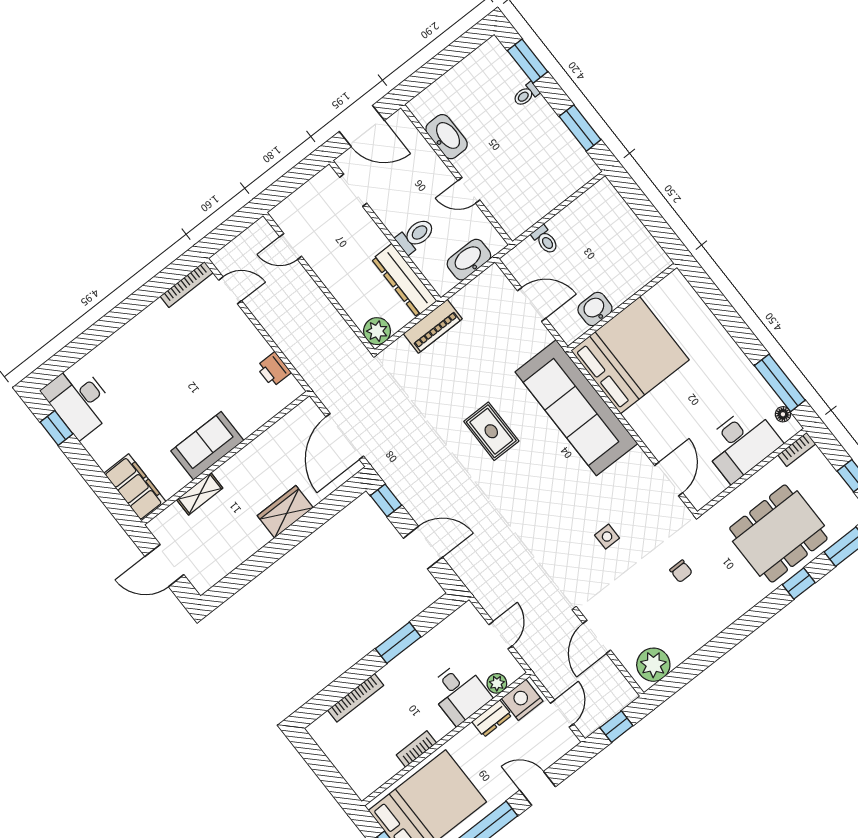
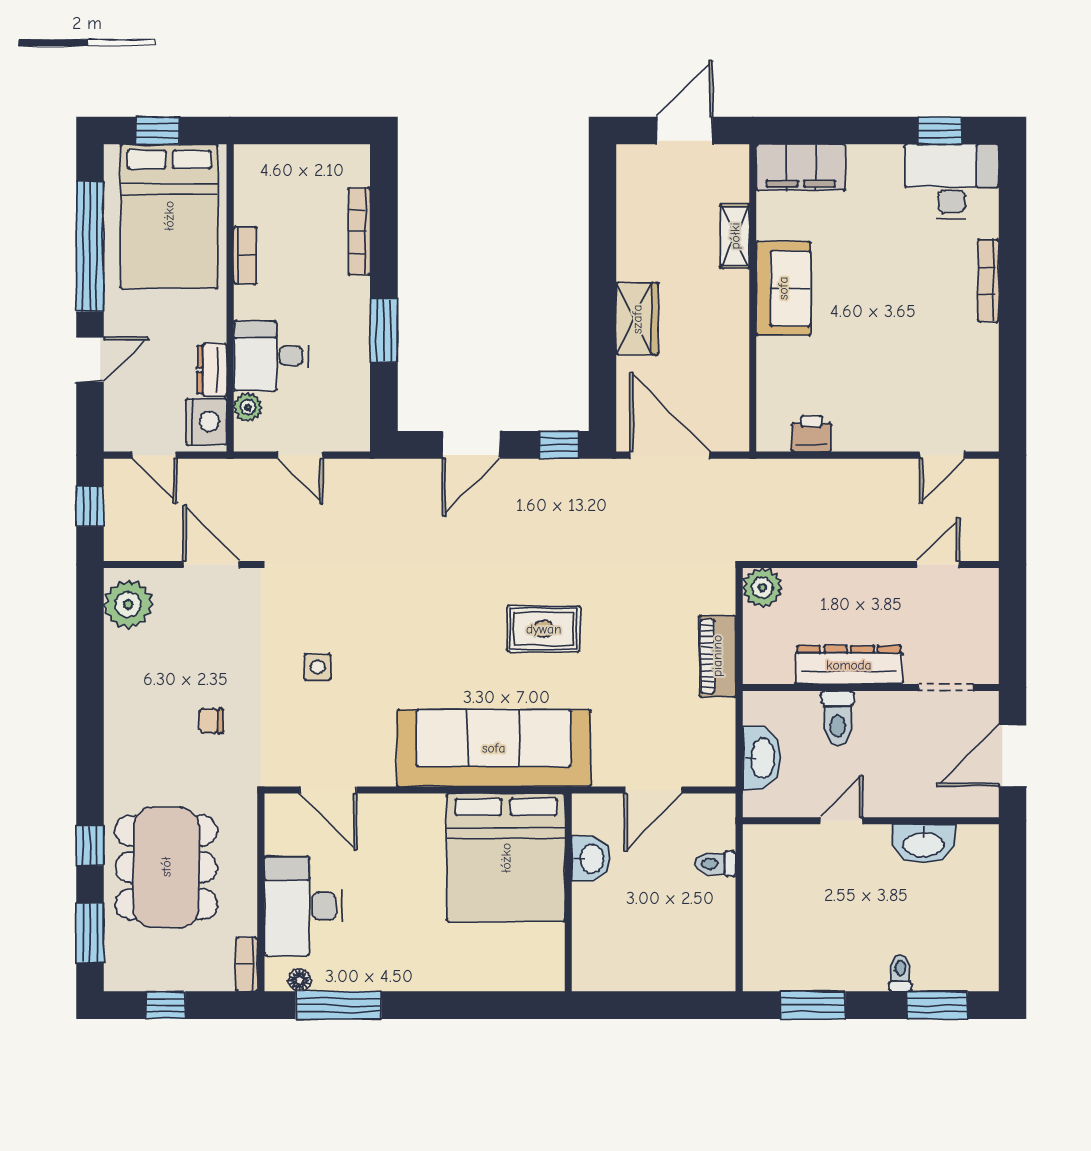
dresser: (404, 280) -> (849, 665), moved
bookcase: (187, 284) -> (988, 281), moved

